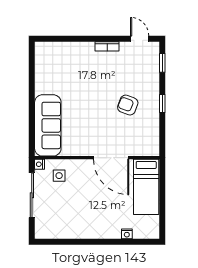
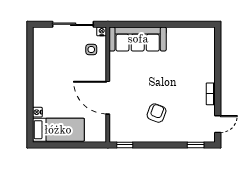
window: (162, 103) -> (125, 145), moved
door: (111, 158) -> (108, 98), hinge flipped
bed: (146, 187) -> (58, 130), moved, turned 180

